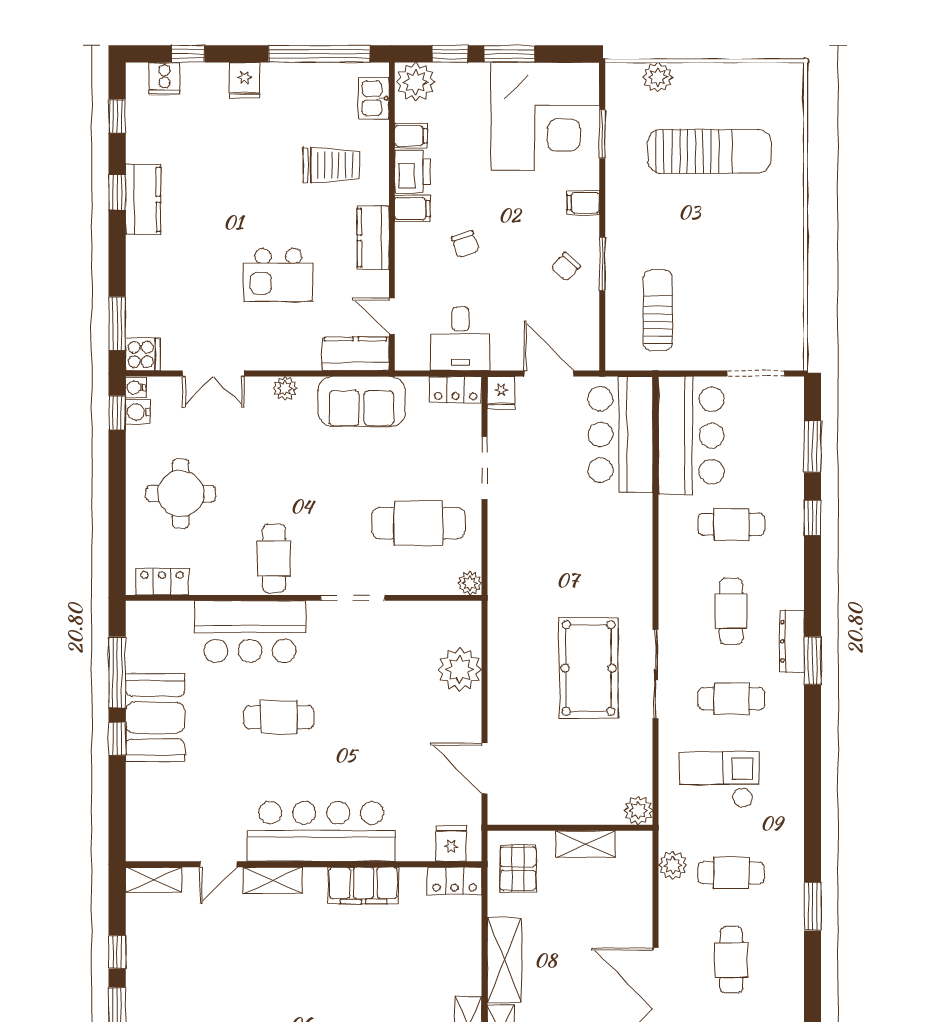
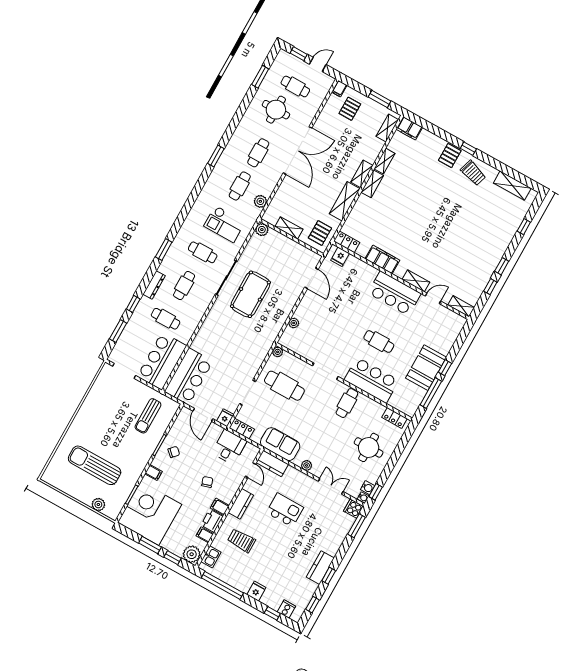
dresser: (792, 641) -> (154, 285), moved
plant: (460, 669) -> (294, 323), width x0.53, depth x0.53
bar counter: (321, 831) -> (394, 293), width x0.73
cafe table: (731, 873) -> (240, 186), turned 90

